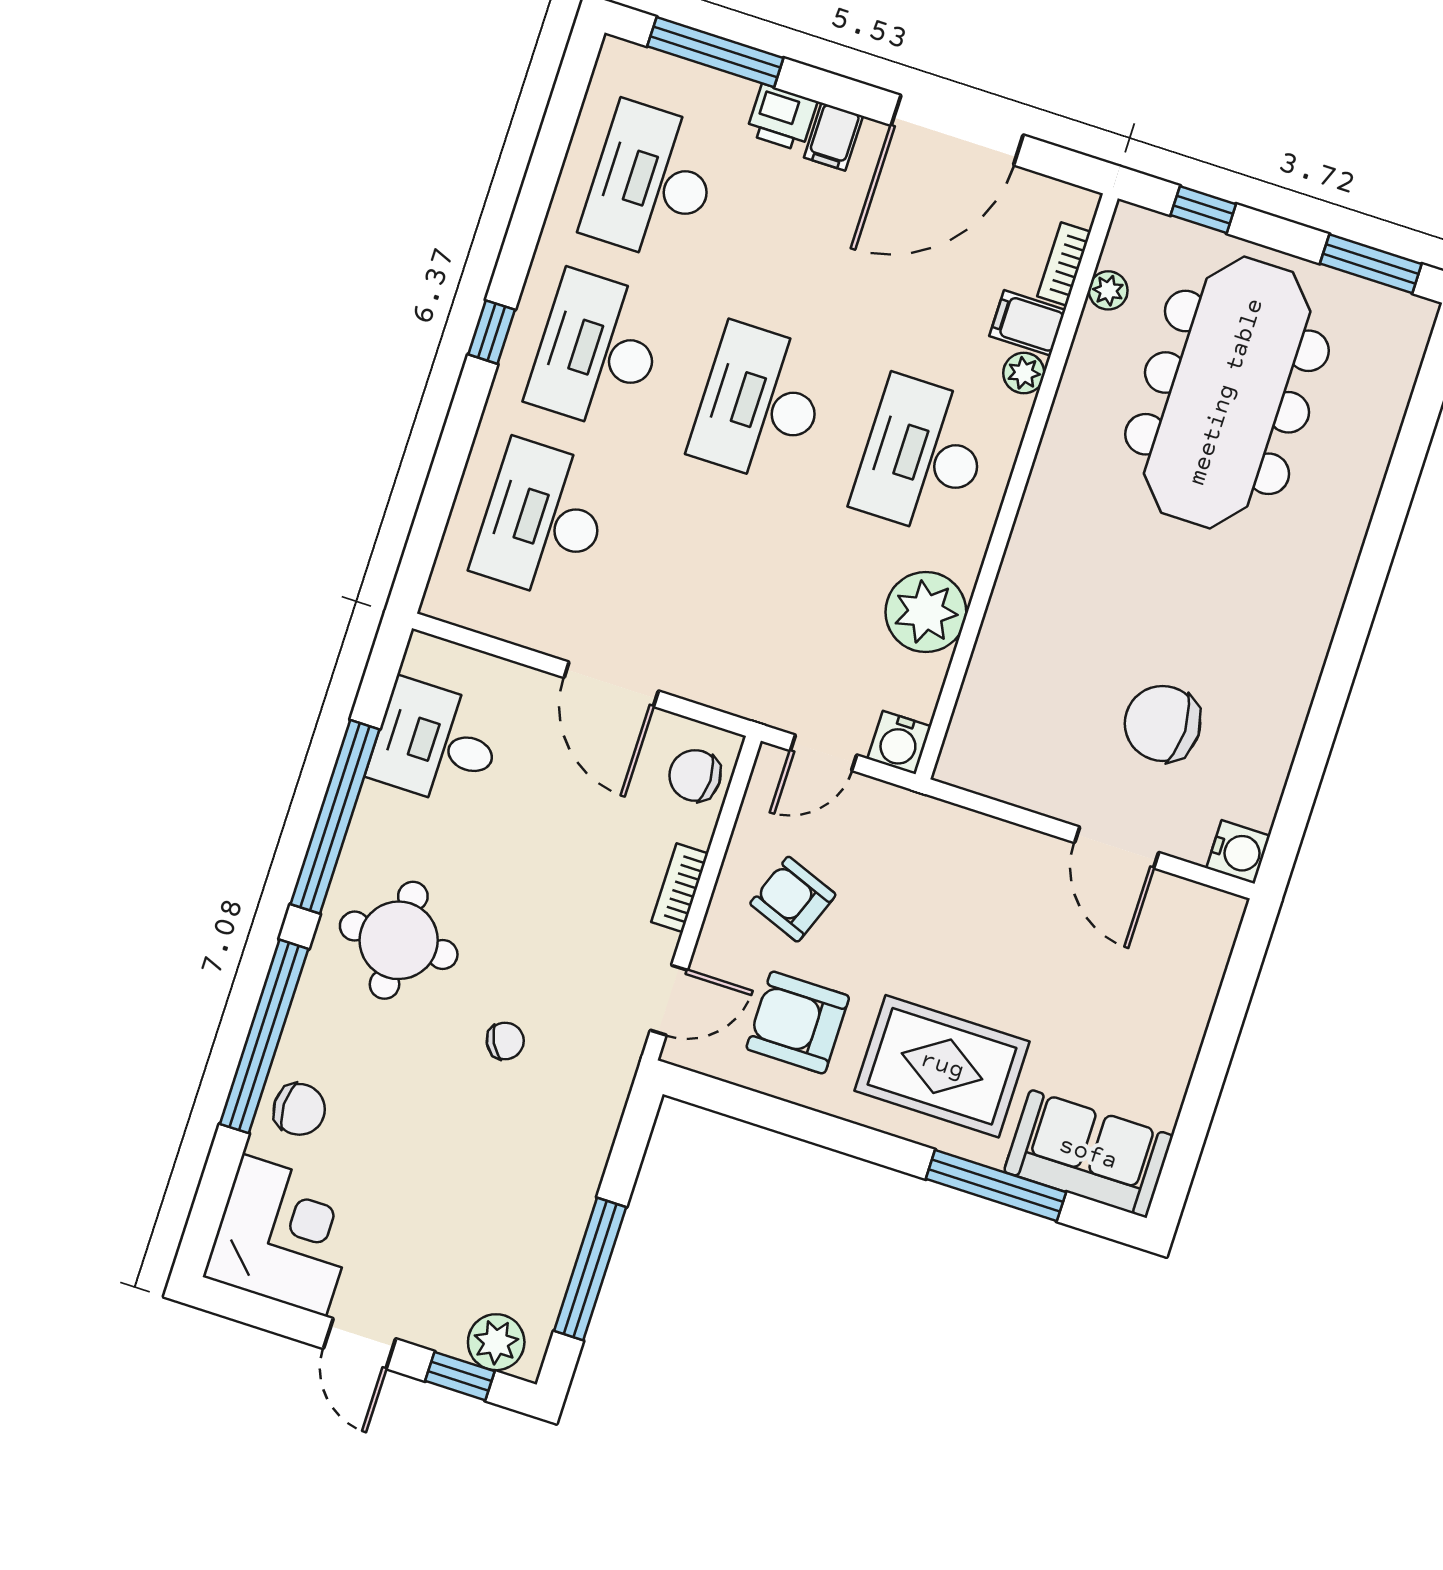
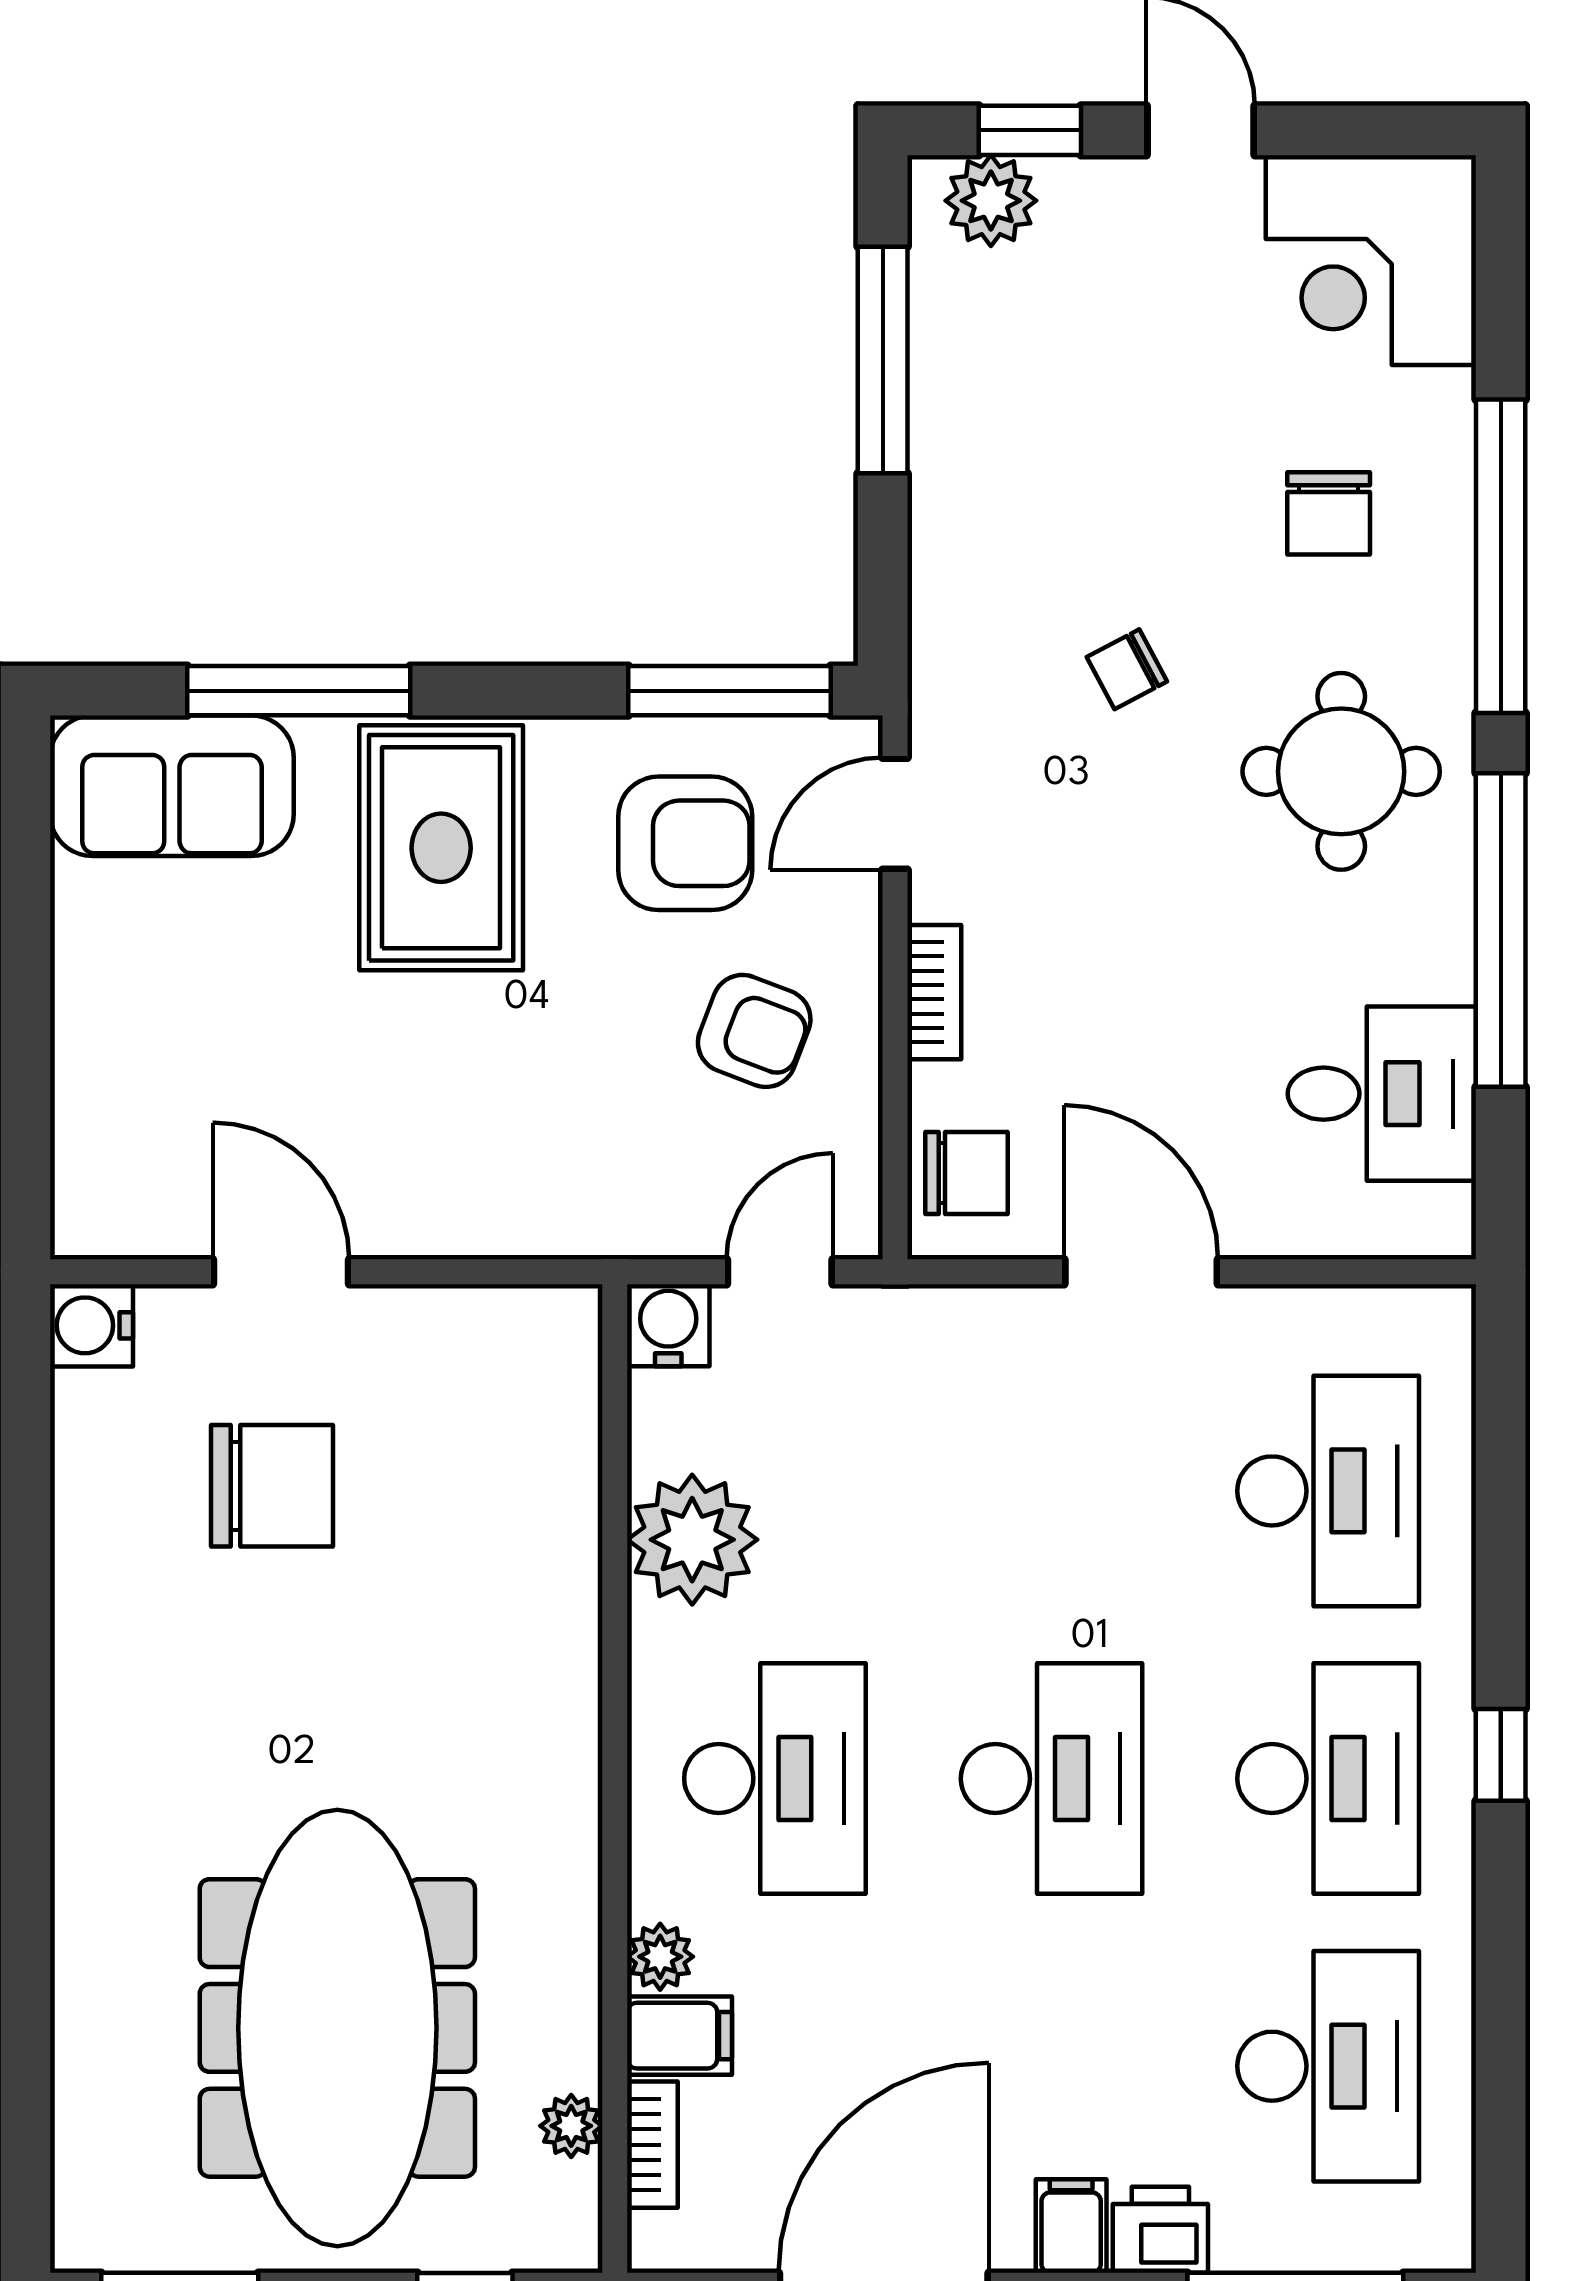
rug: (942, 1066) -> (441, 848), turned 90
window: (743, 1104) -> (729, 691), added
chair: (299, 1109) -> (1329, 513), moved, turned -90

